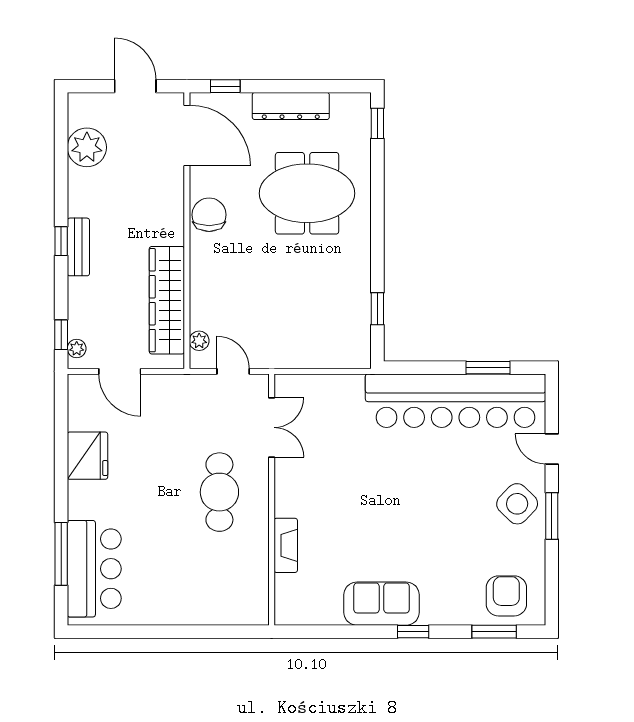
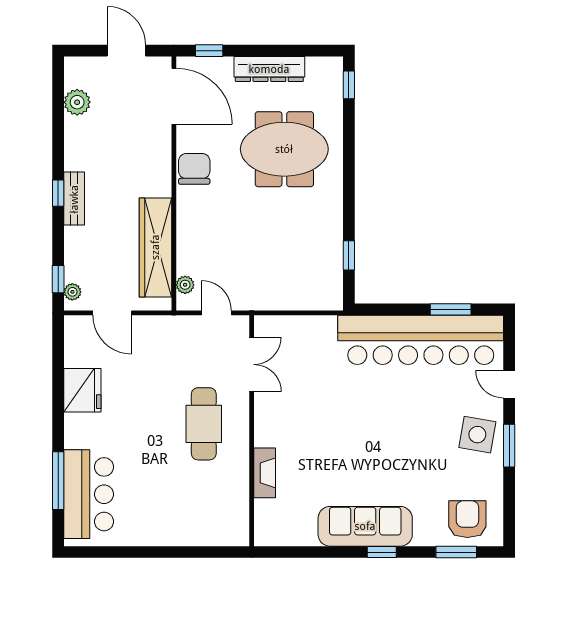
plant: (87, 147) -> (77, 102), width x0.73, depth x0.73
side table: (517, 504) -> (477, 435), turned -34
sofa: (382, 604) -> (365, 526), width x1.36

